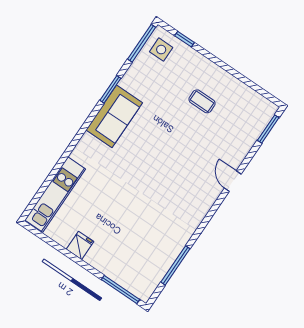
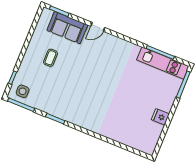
sofa: (114, 116) -> (67, 28), moved, turned 180
kitchen unit: (55, 194) -> (163, 63), moved, turned 180

